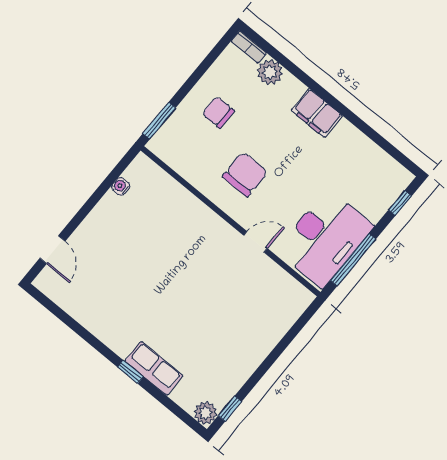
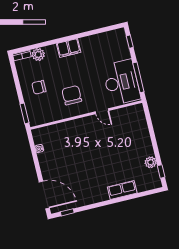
door: (255, 242) -> (102, 111), swing flipped
door: (52, 250) -> (44, 195), width x1.88
window: (130, 372) -> (67, 212), moved
plant: (205, 413) -> (151, 162), moved

